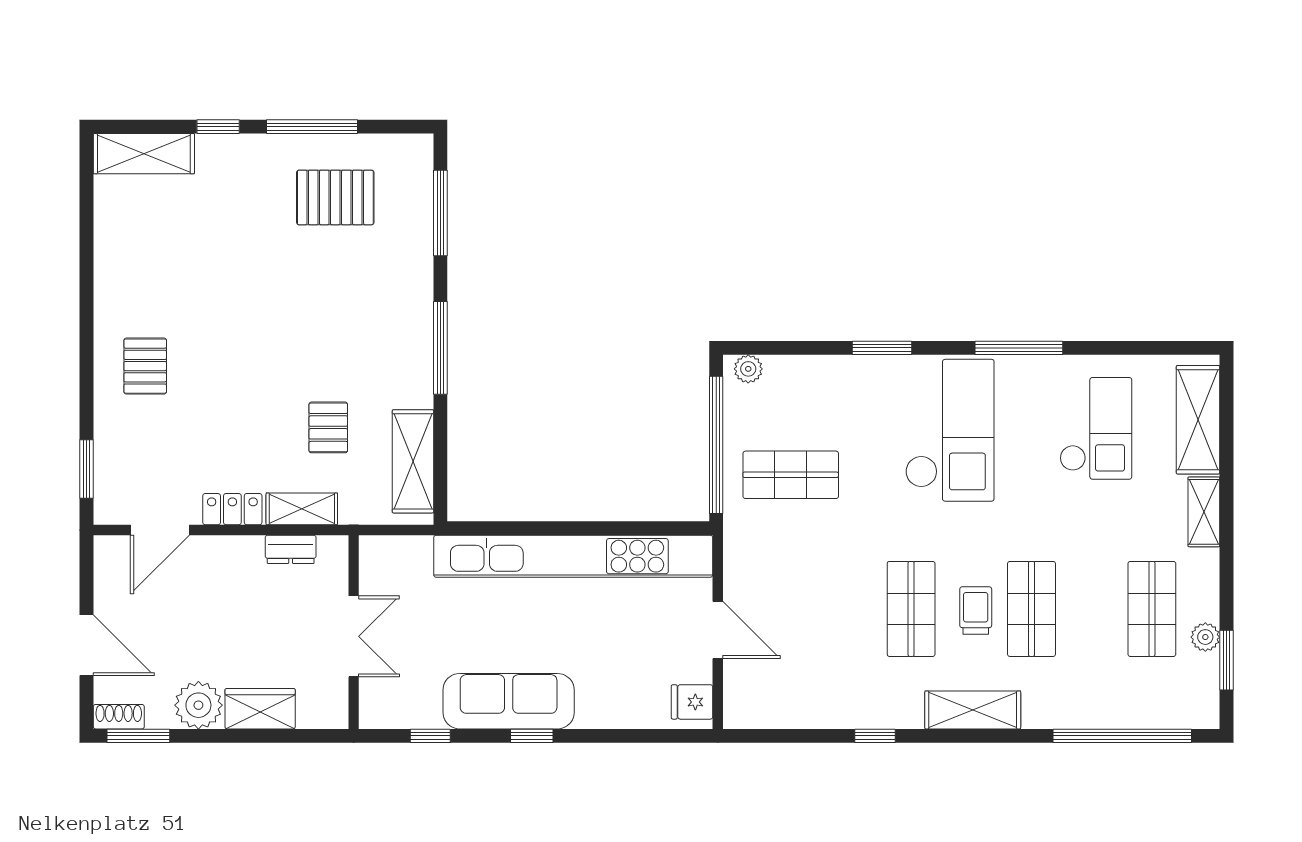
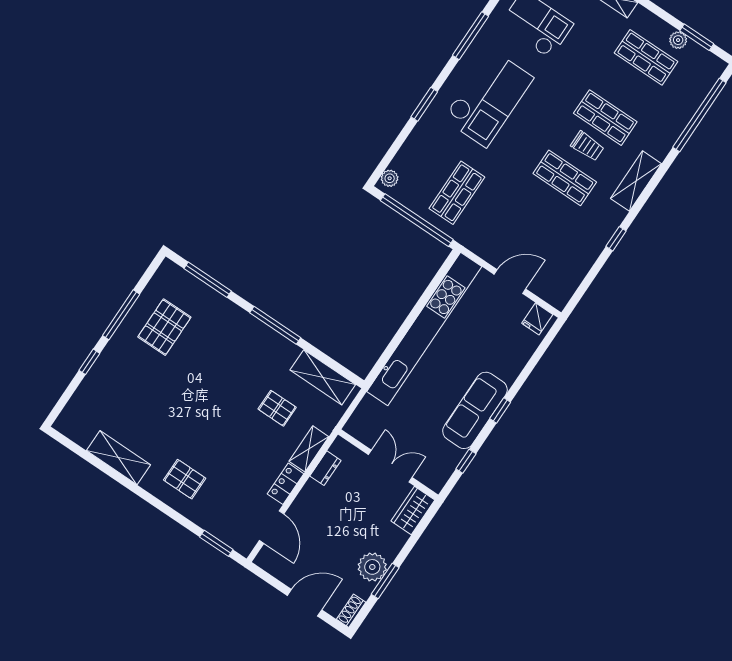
shelving: (144, 154) -> (119, 458), moved, turned 90
checkout: (950, 430) -> (488, 98), turned 90
trolley: (976, 611) -> (587, 146), turned 180
wardrobe: (260, 709) -> (413, 511), moved
window: (138, 736) -> (385, 581), moved

